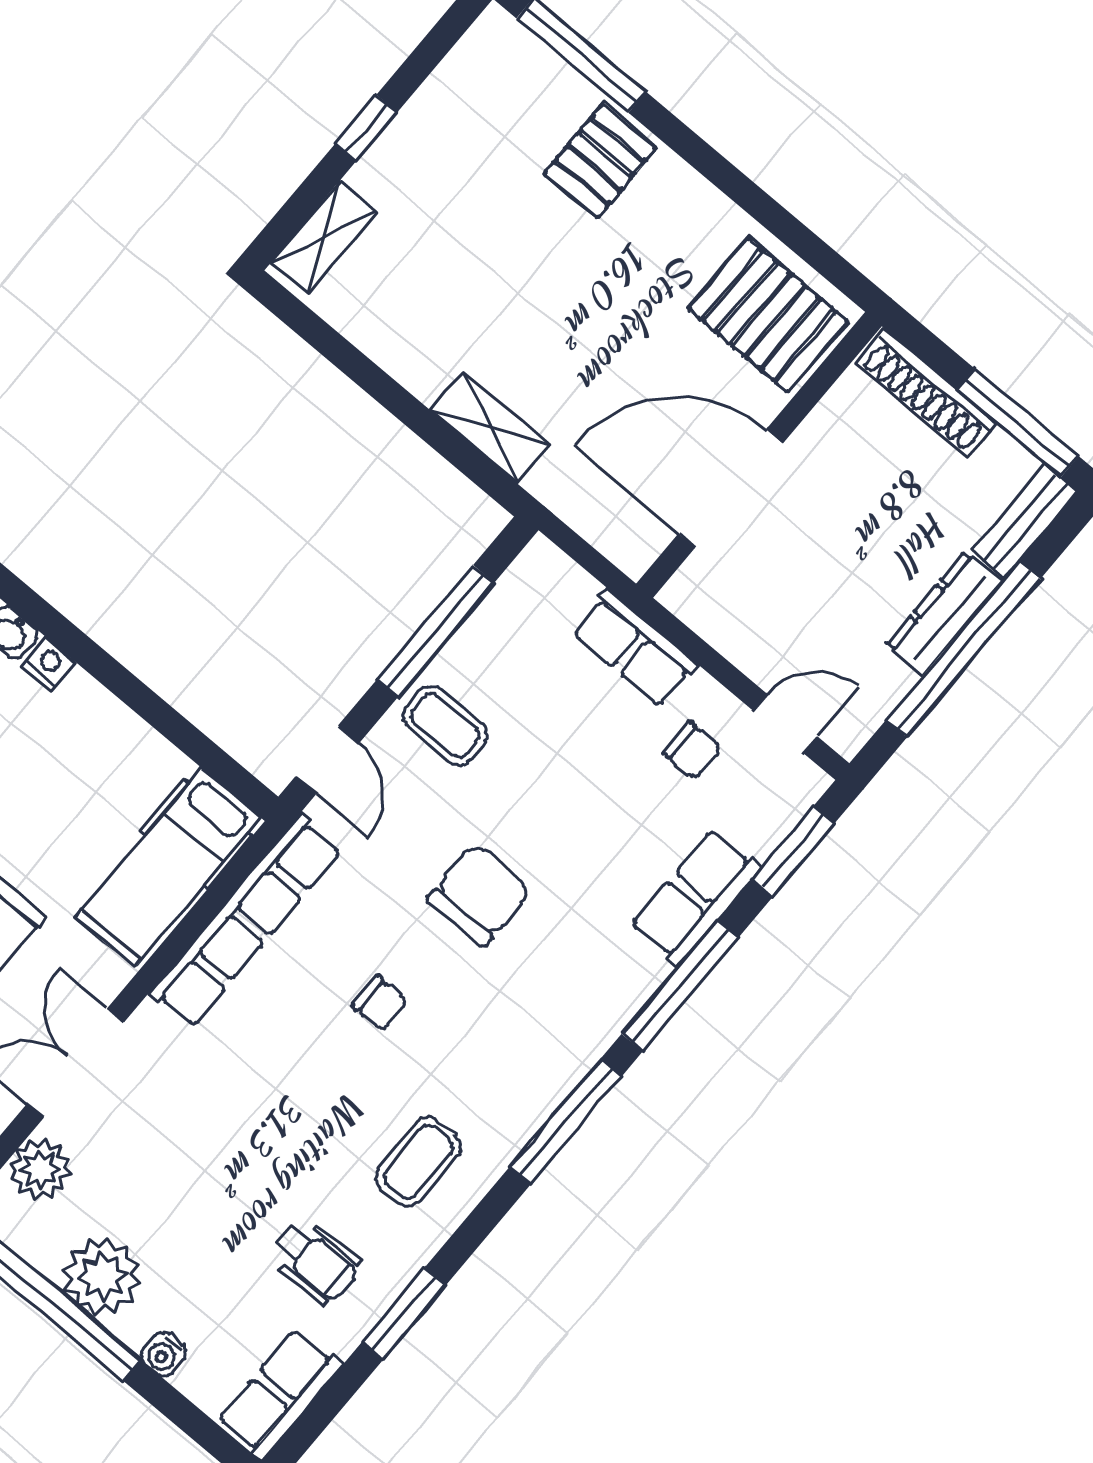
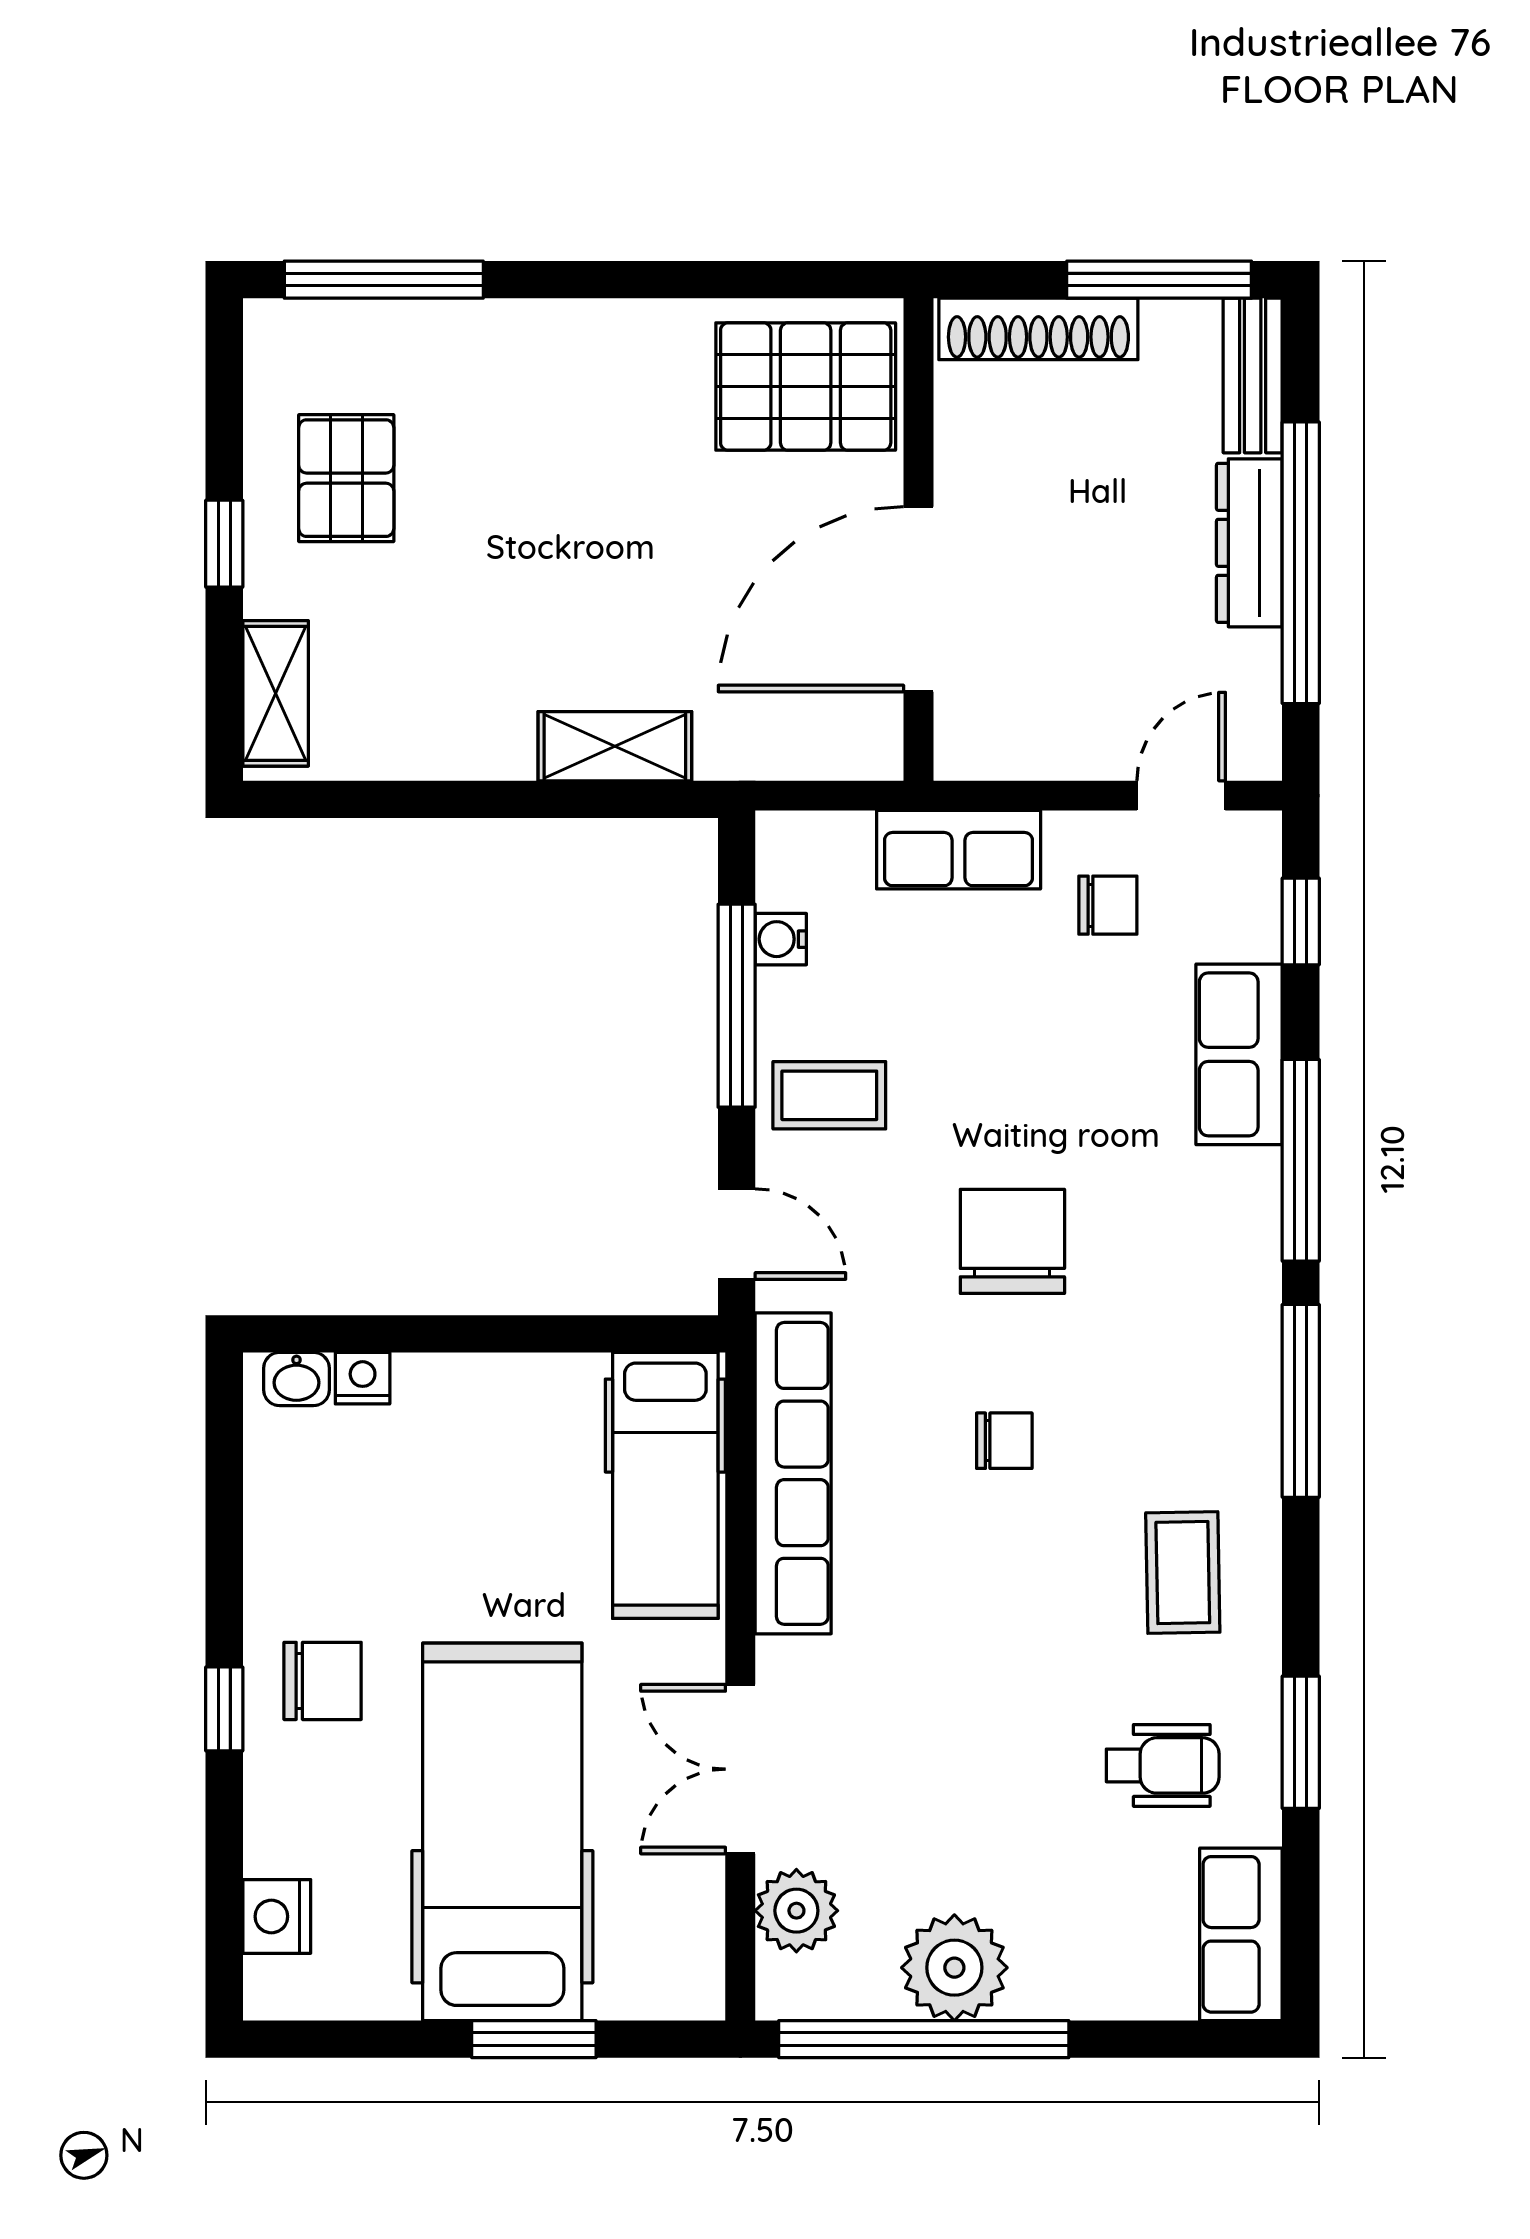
pallet: (600, 161) -> (346, 478), moved
window: (793, 851) -> (1301, 921), width x0.67
water cooler: (164, 1354) -> (781, 939), moved, turned 90

